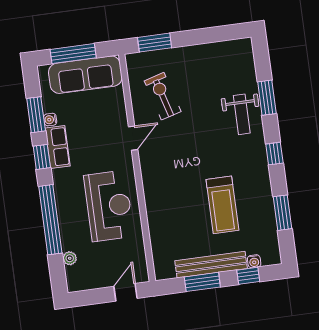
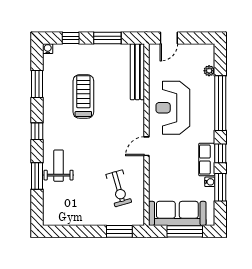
door: (133, 138) -> (147, 146), moved
water cooler: (254, 261) -> (48, 49), moved
bench: (211, 265) -> (137, 72), moved, turned 90

